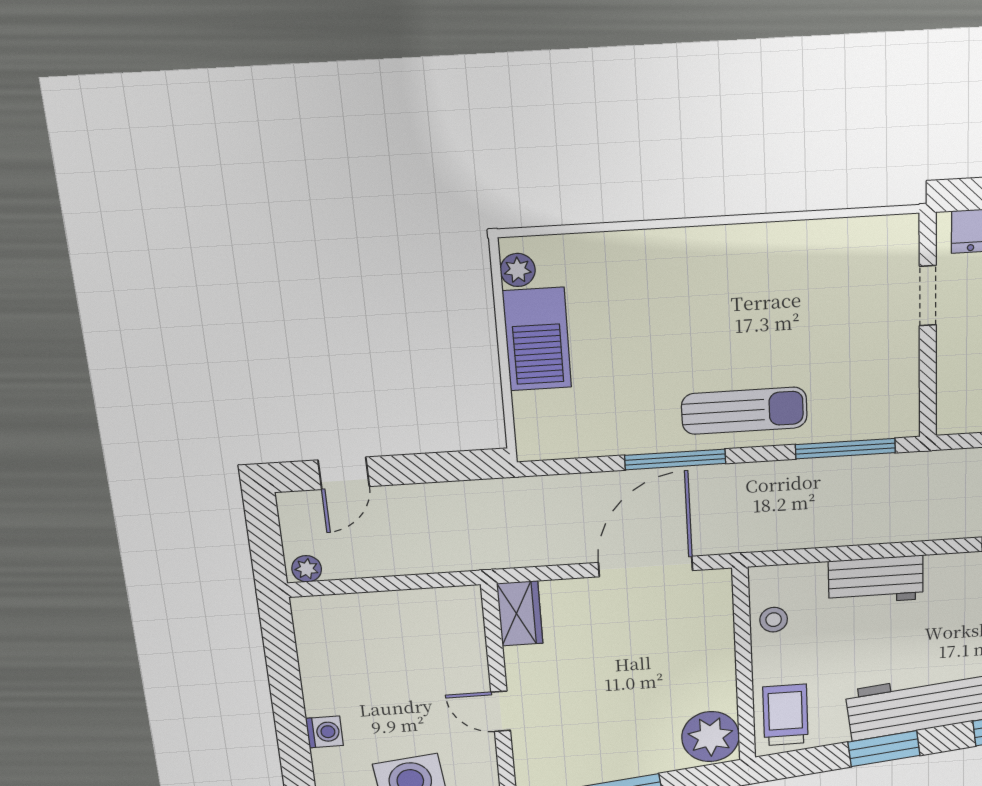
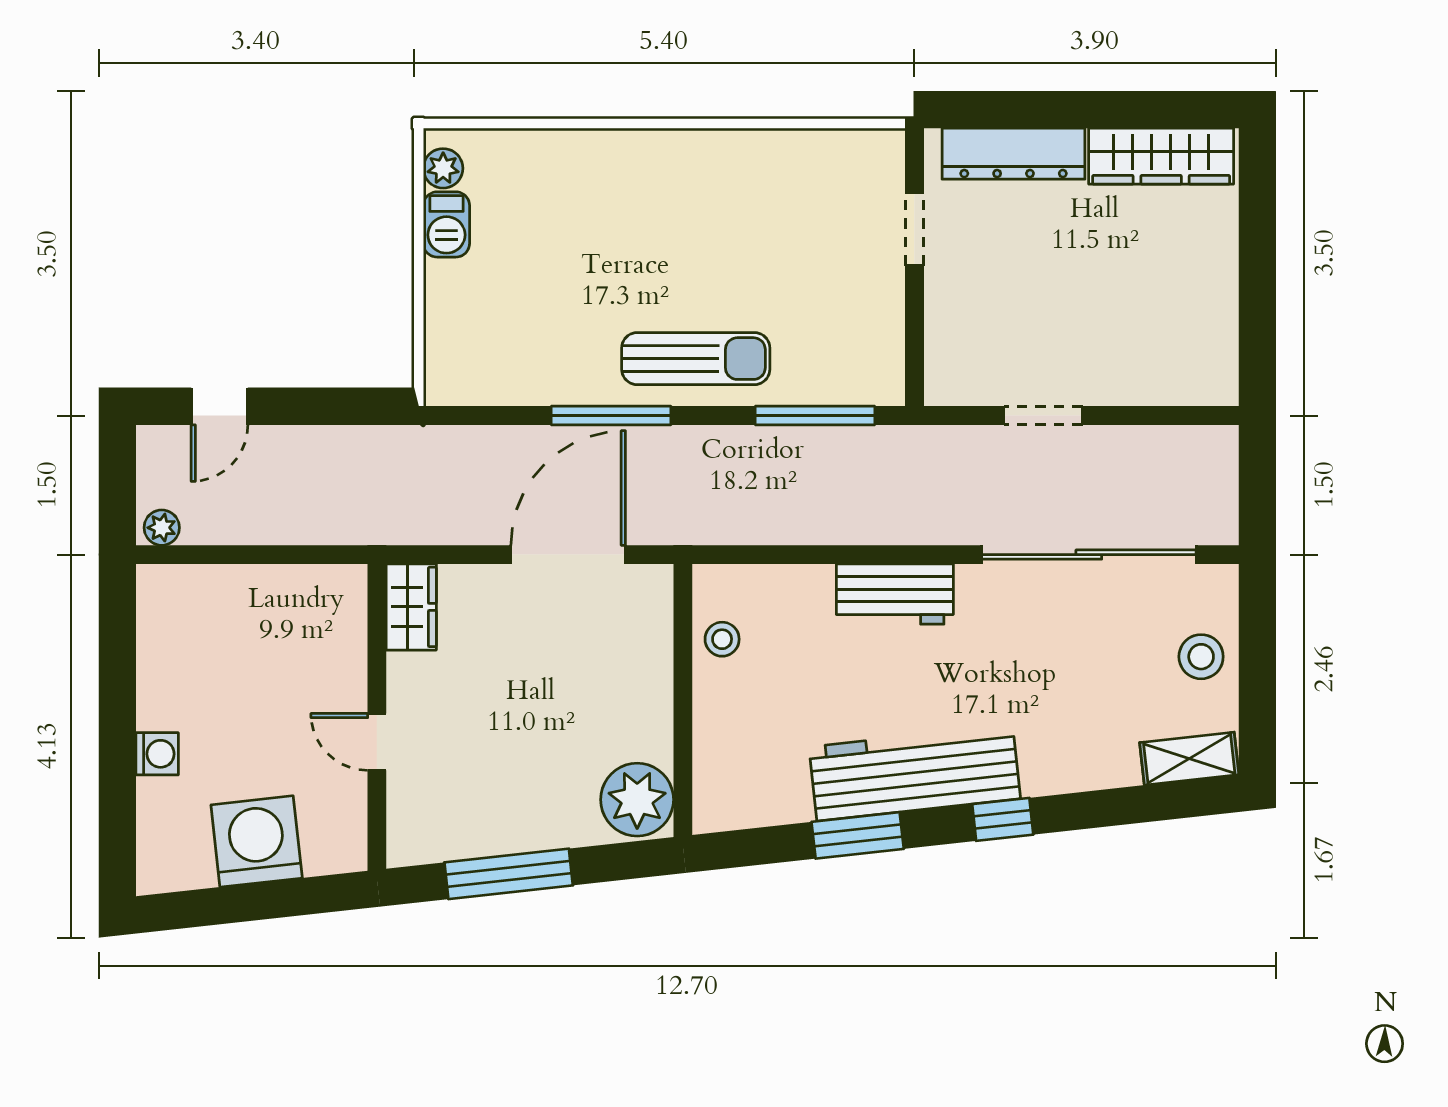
barbecue: (537, 339) -> (446, 224), width x0.53, depth x0.65
workbench: (876, 580) -> (895, 594), moved
trolley: (785, 715) -> (733, 776), removed

